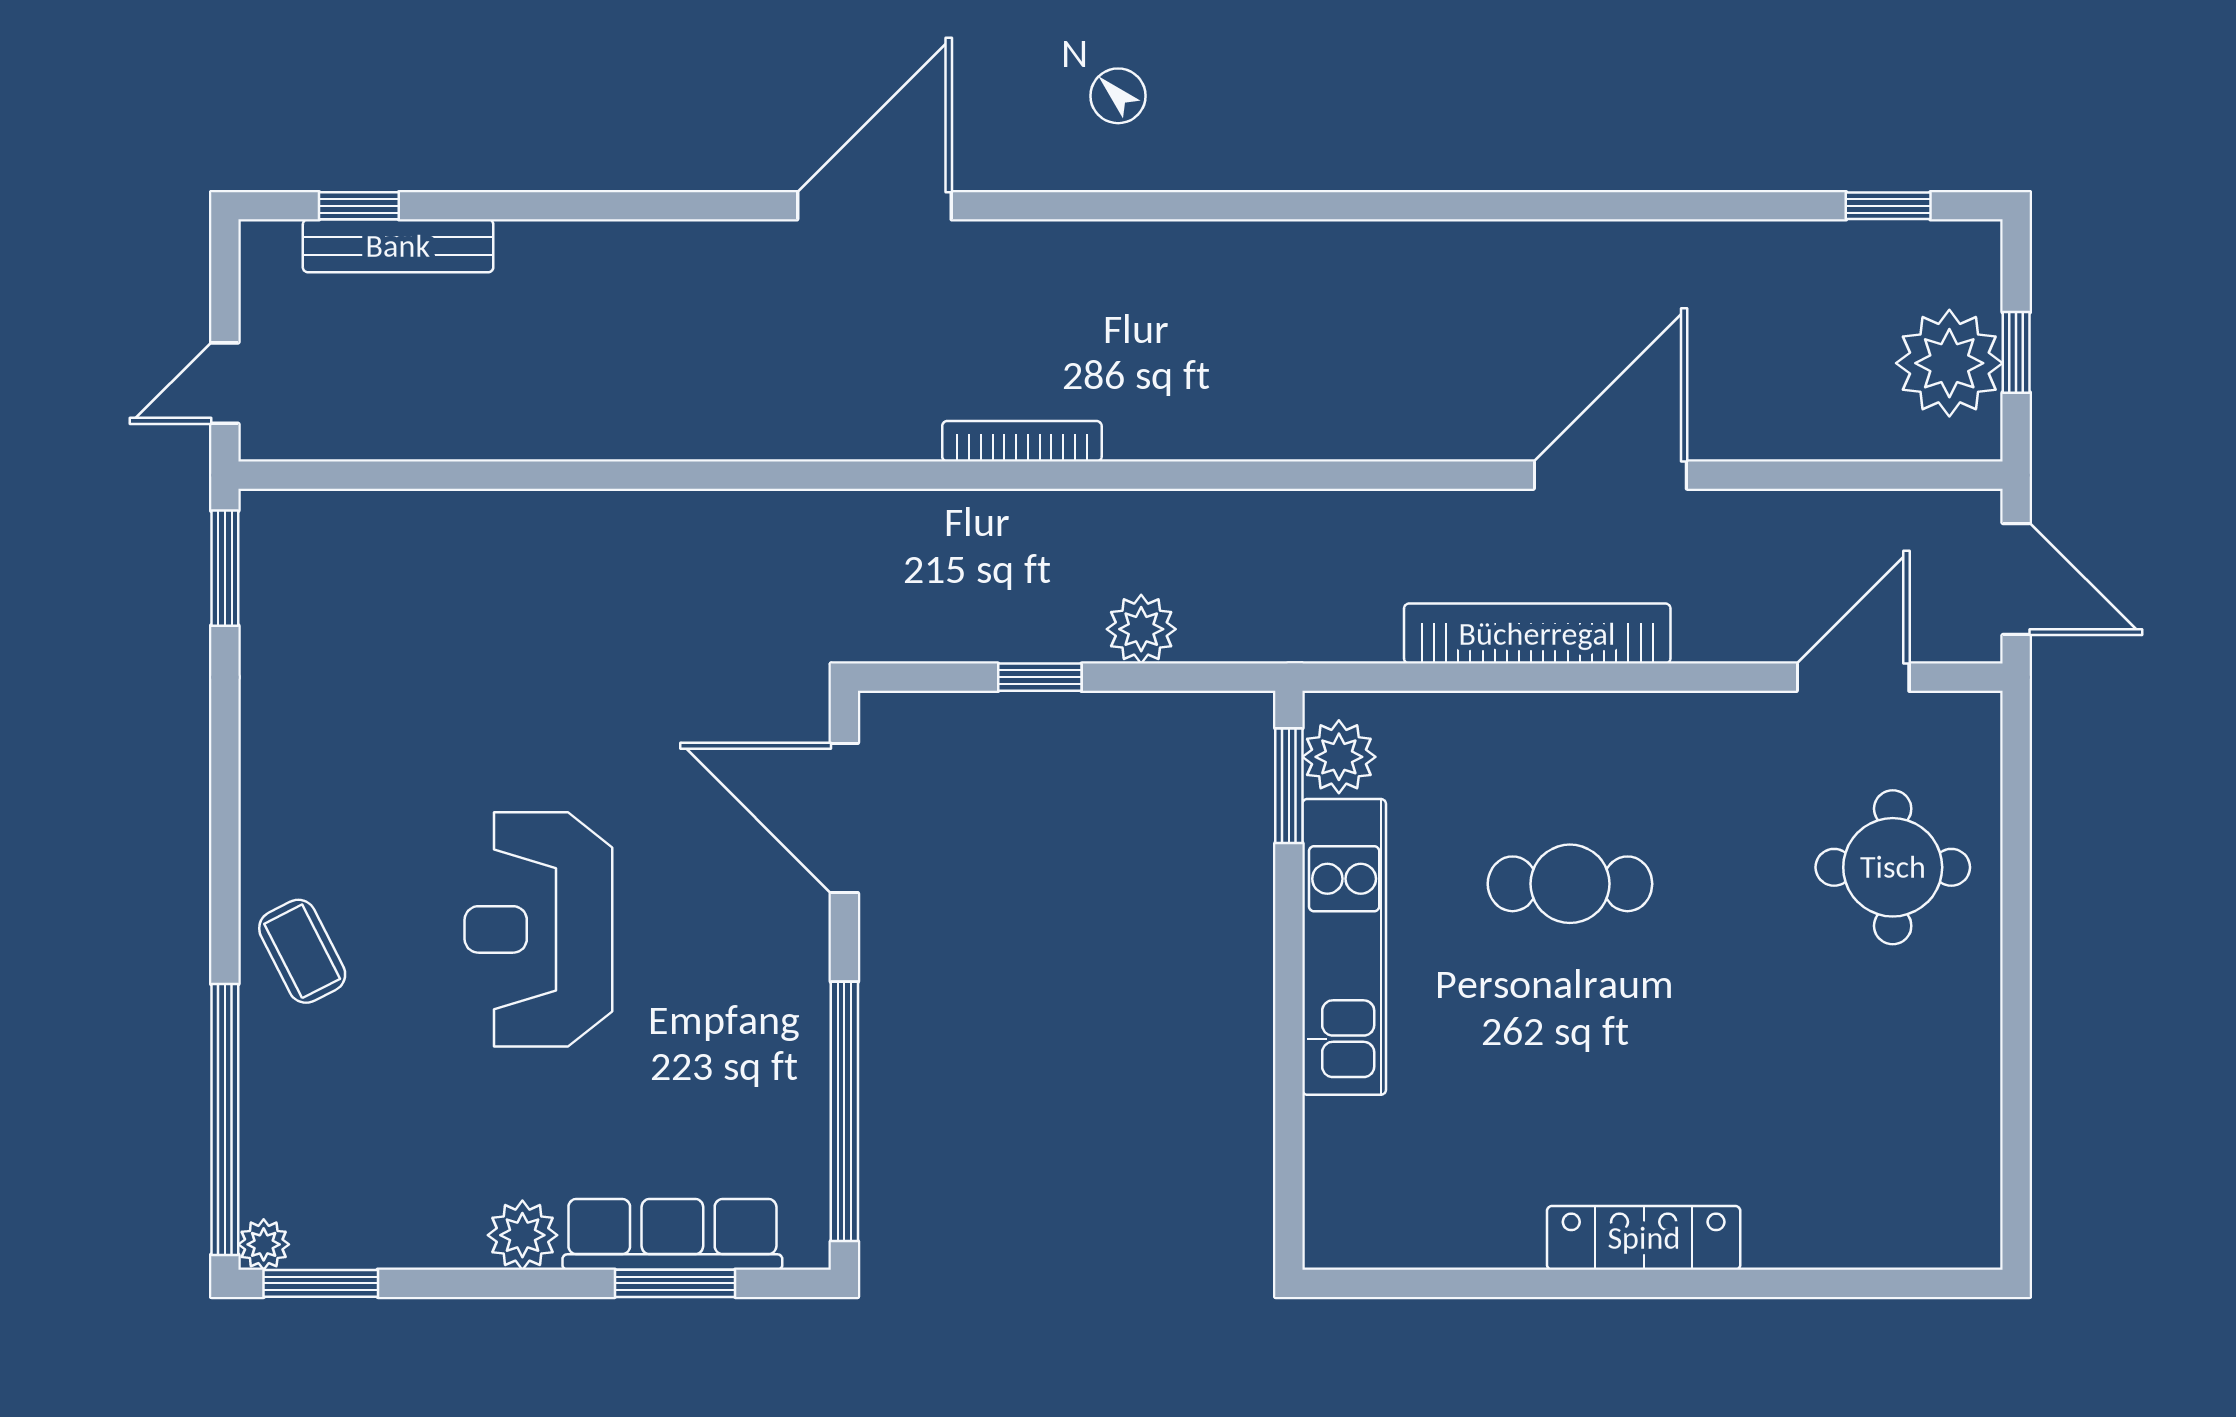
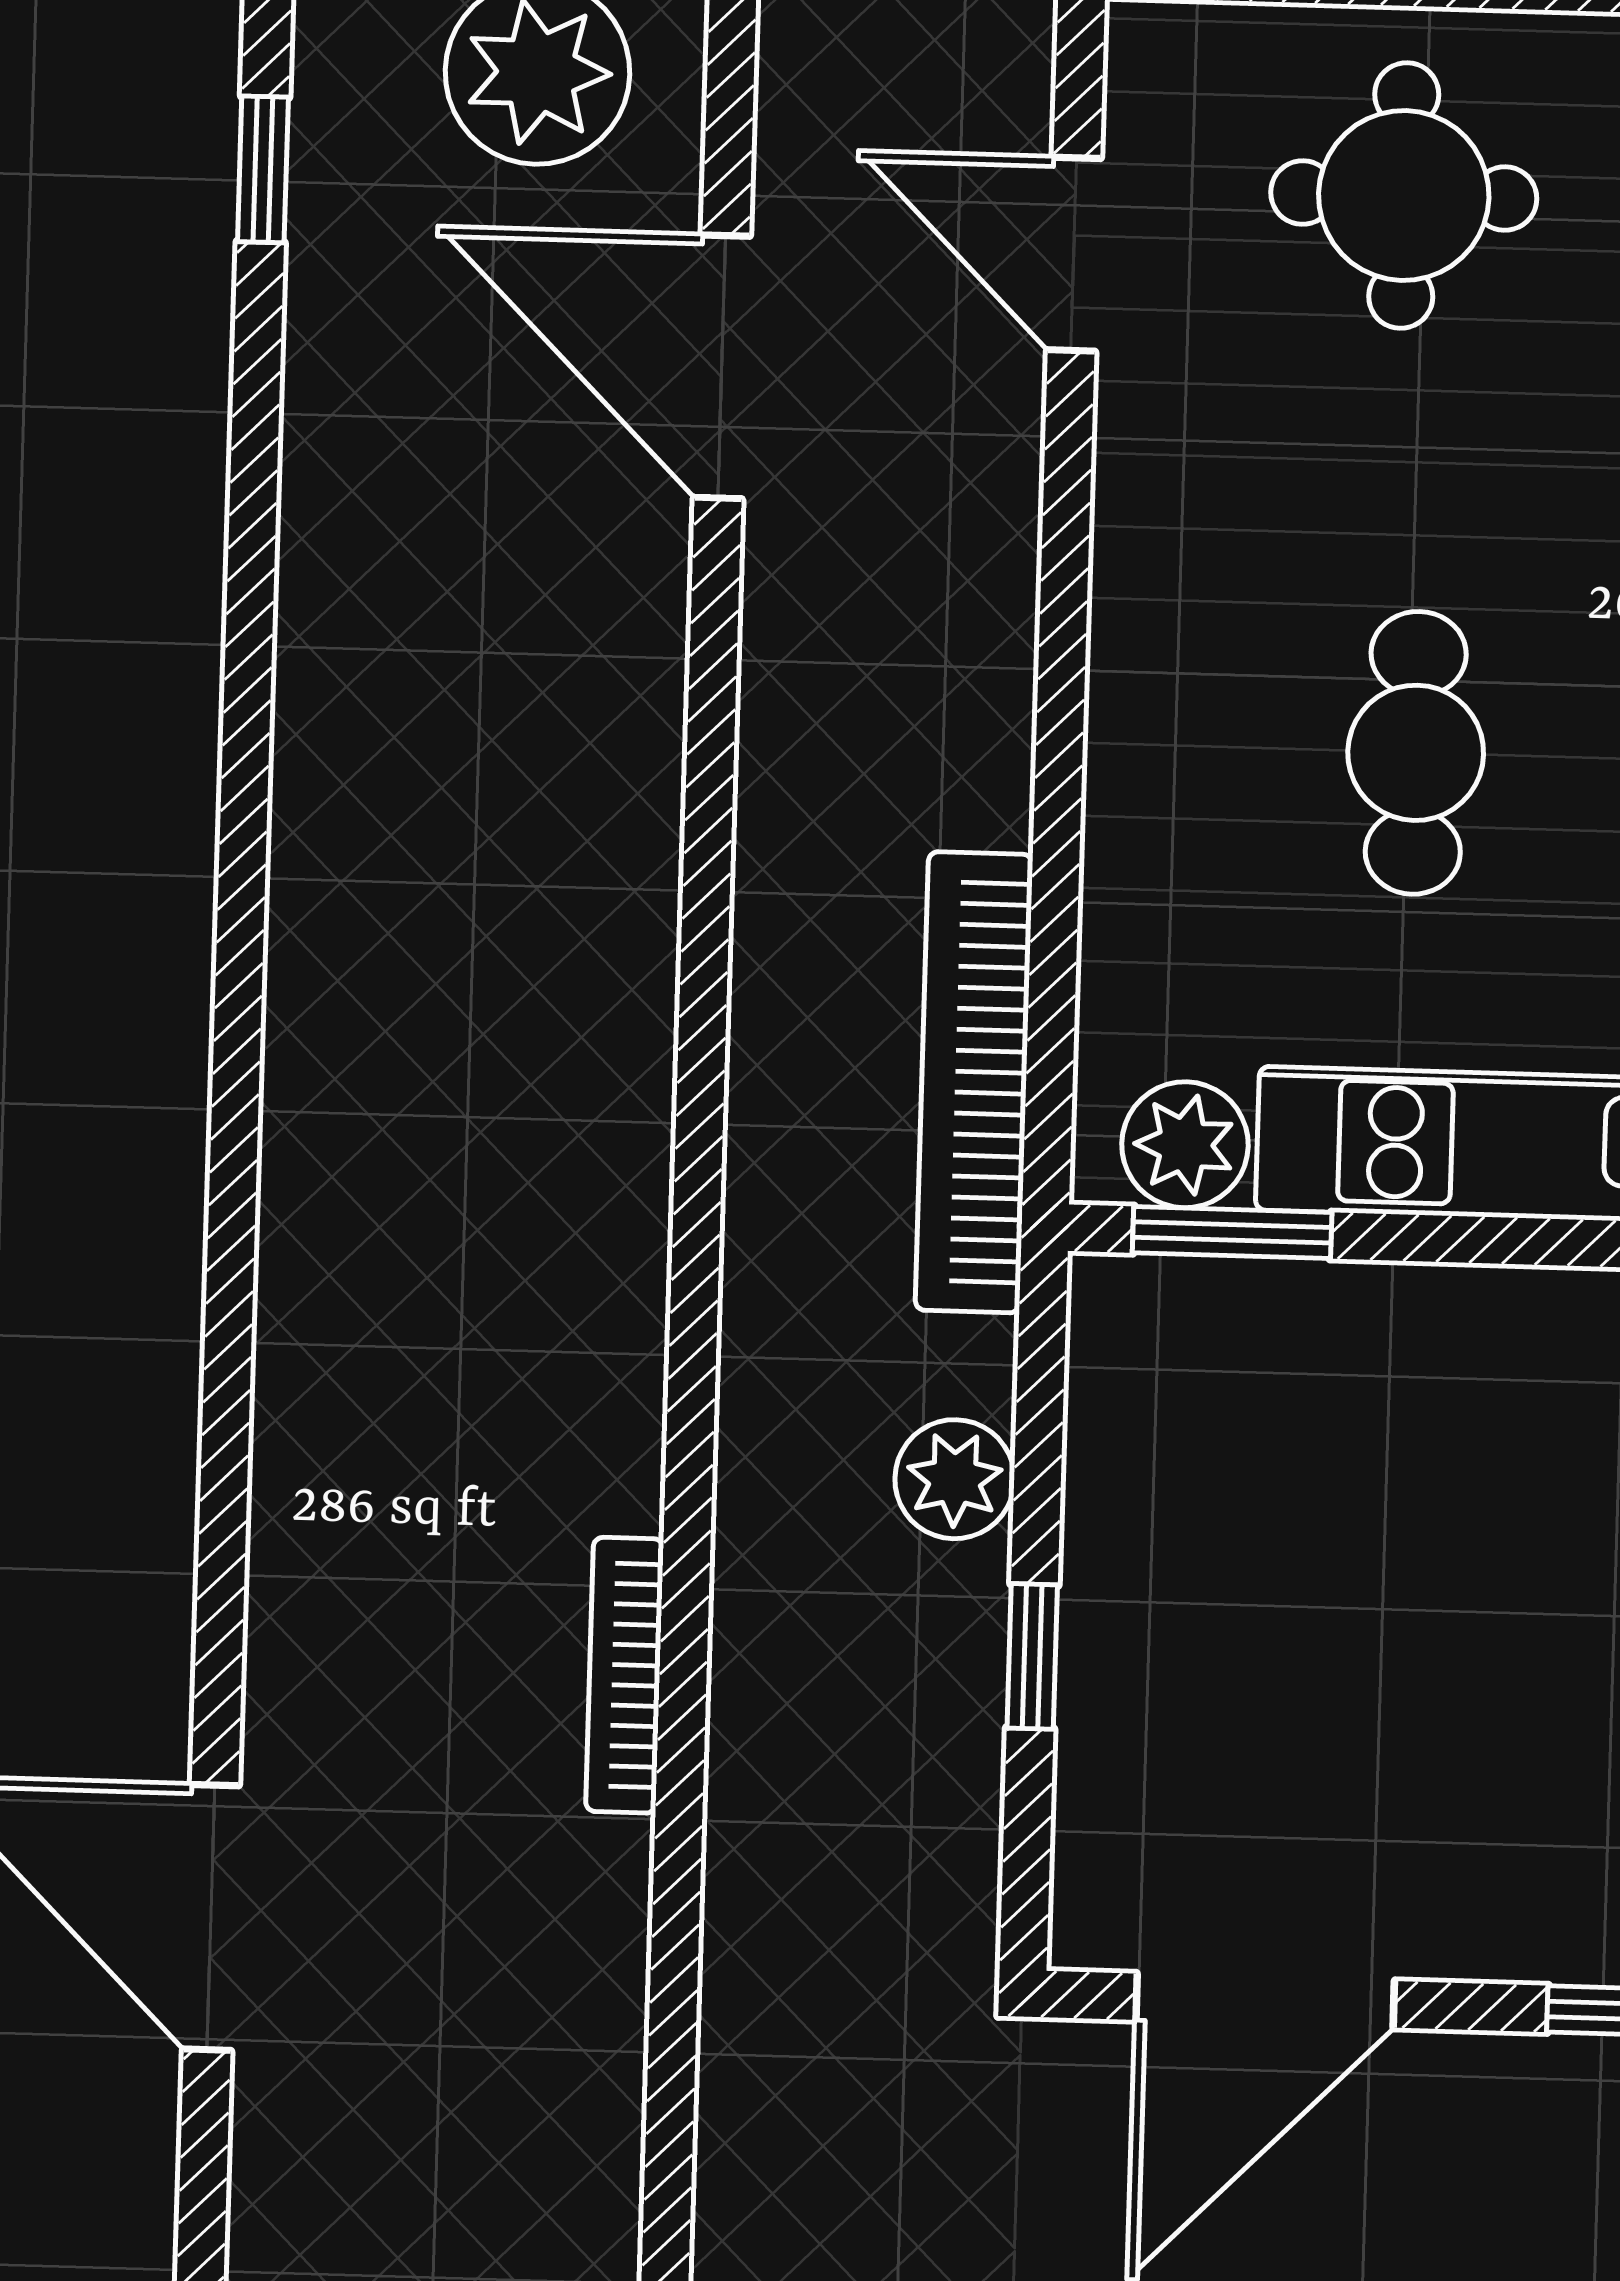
door: (1610, 475) -> (722, 367), moved
bookcase: (1537, 634) -> (974, 1082), moved

